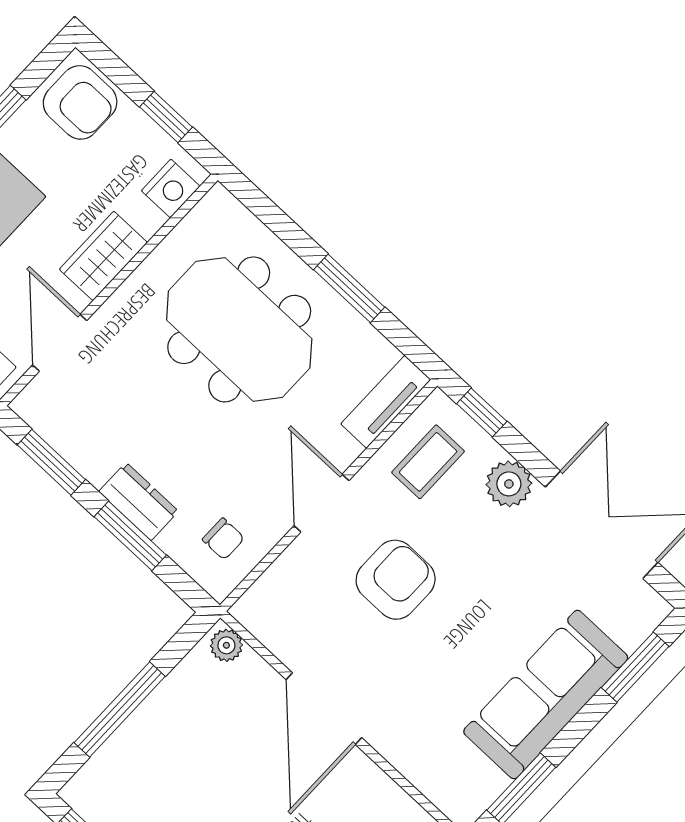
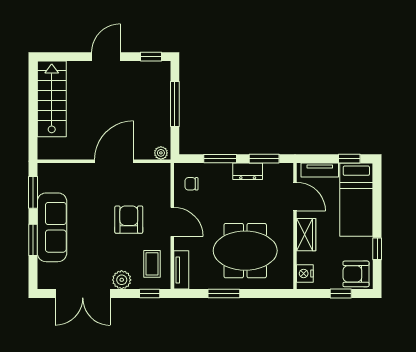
window: (166, 117) -> (341, 294), moved
dresser: (139, 501) -> (248, 171), moved
armchair: (396, 580) -> (129, 220), turned 180
window: (635, 667) -> (33, 240), moved
door: (324, 709) -> (114, 161), hinge flipped

